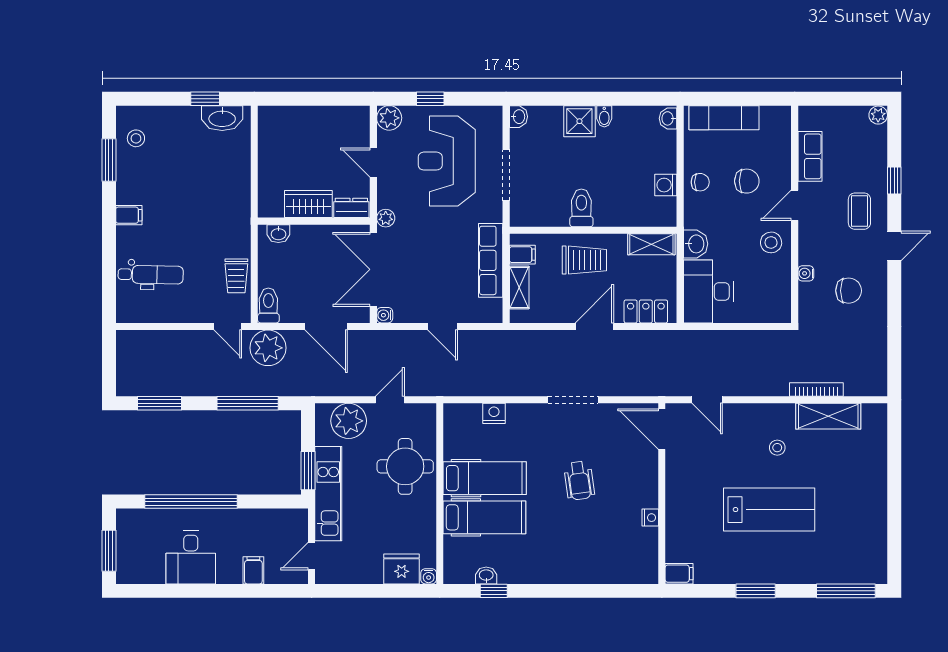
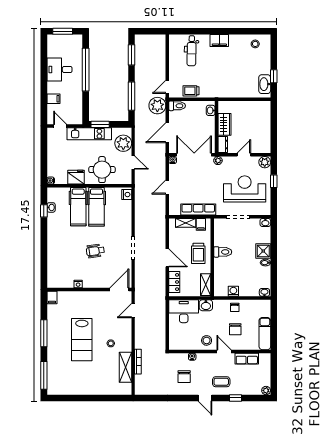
exam couch: (724, 118) -> (265, 334), moved
window: (109, 160) -> (245, 31), removed
filing cabinet: (129, 215) -> (219, 41), width x2.00
nightstand: (494, 413) -> (127, 195), moved
fridge: (402, 569) -> (76, 177), moved, turned -90
window: (756, 591) -> (44, 333), width x1.44

